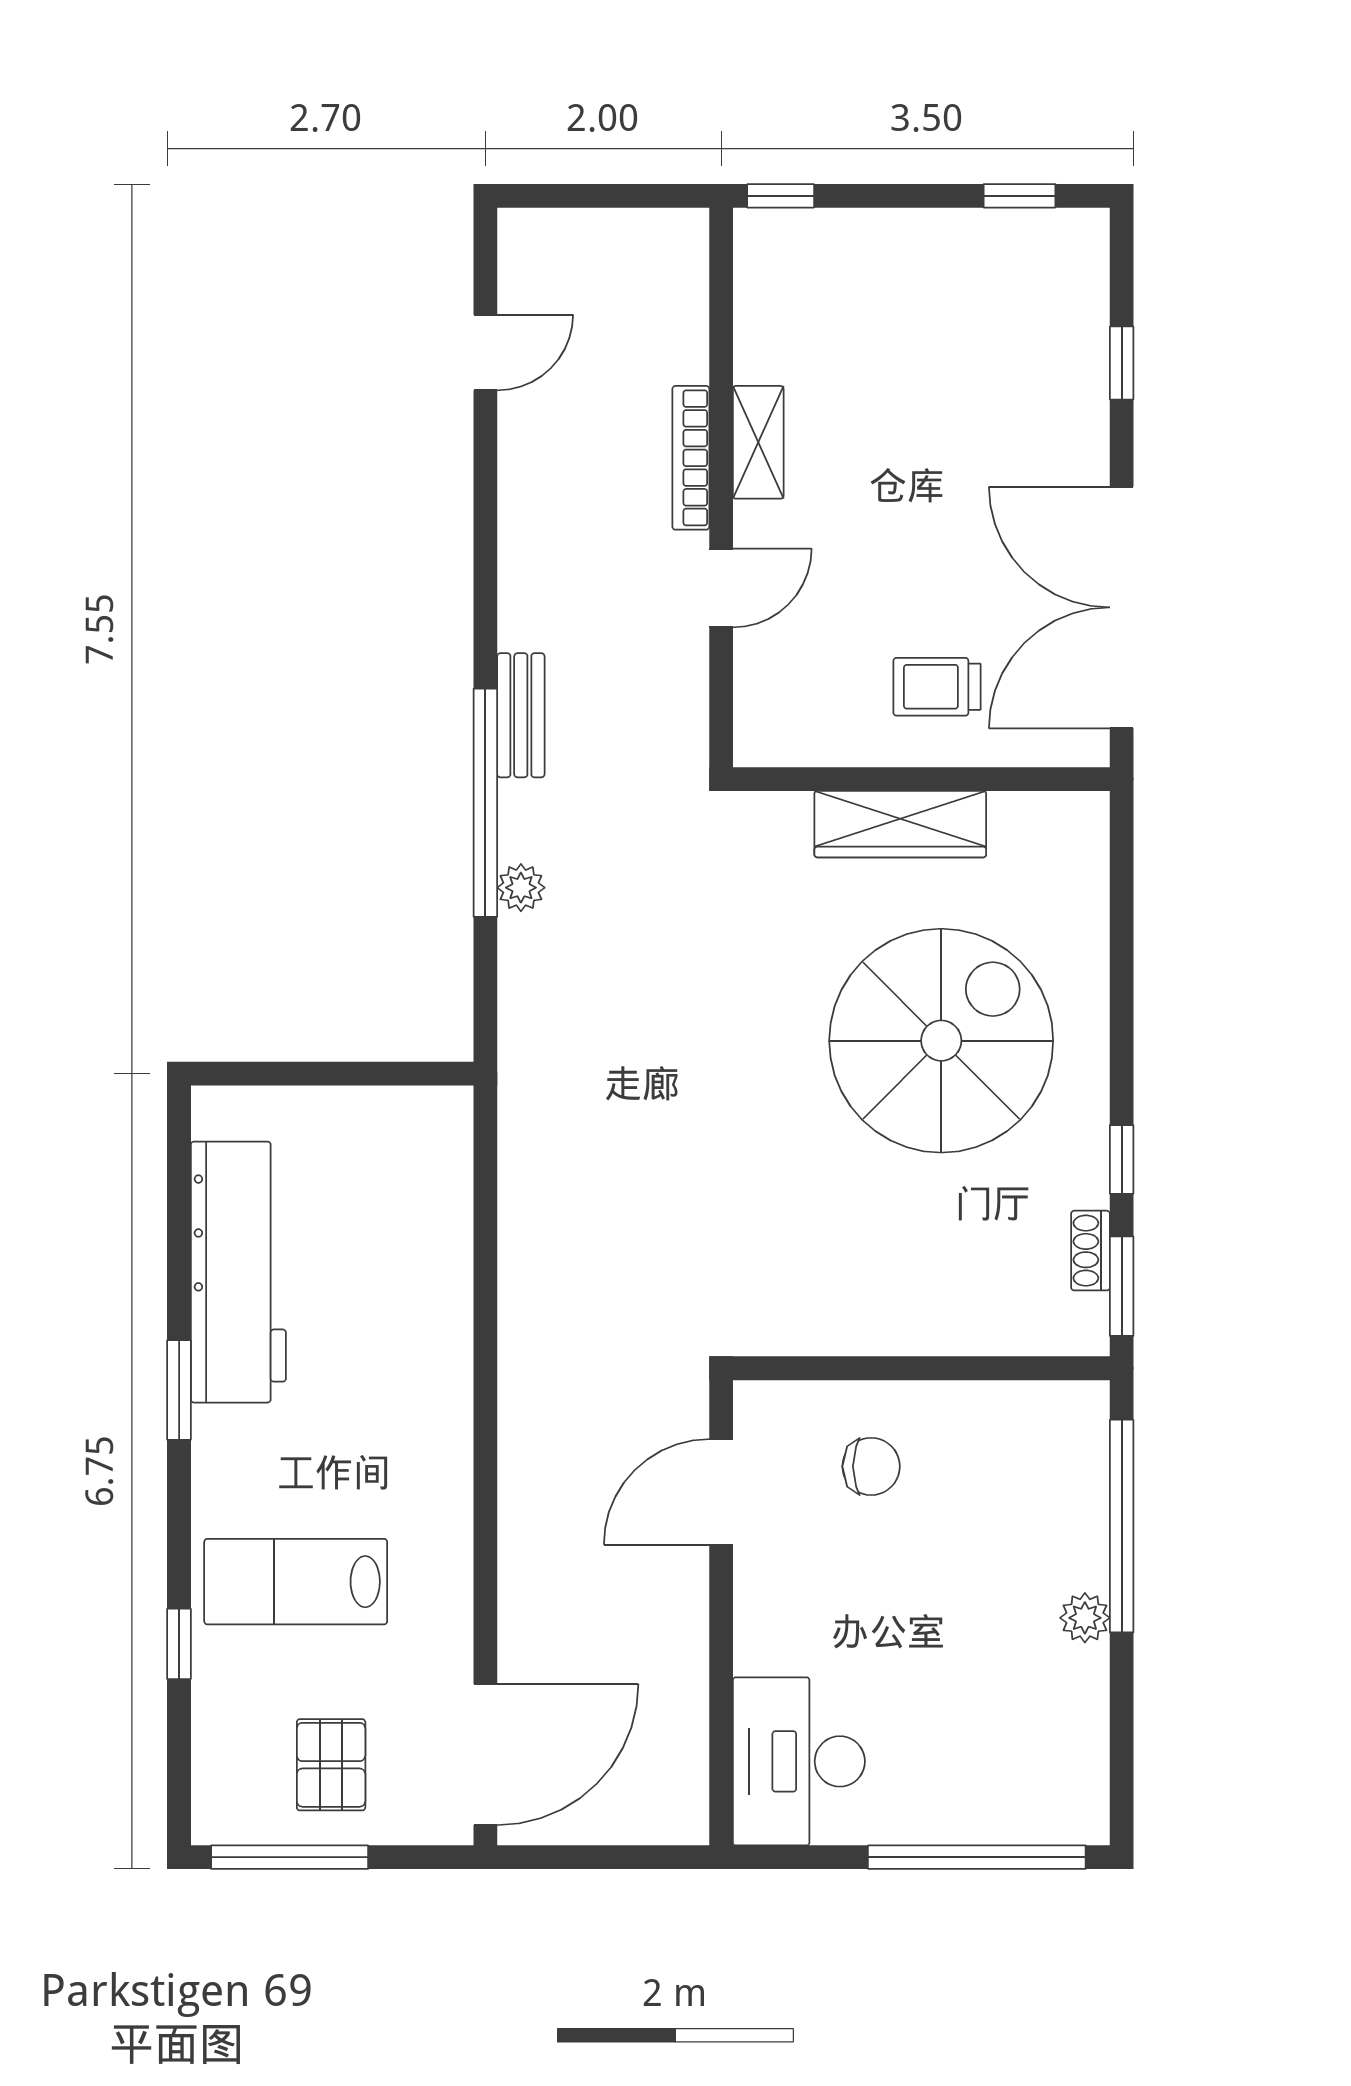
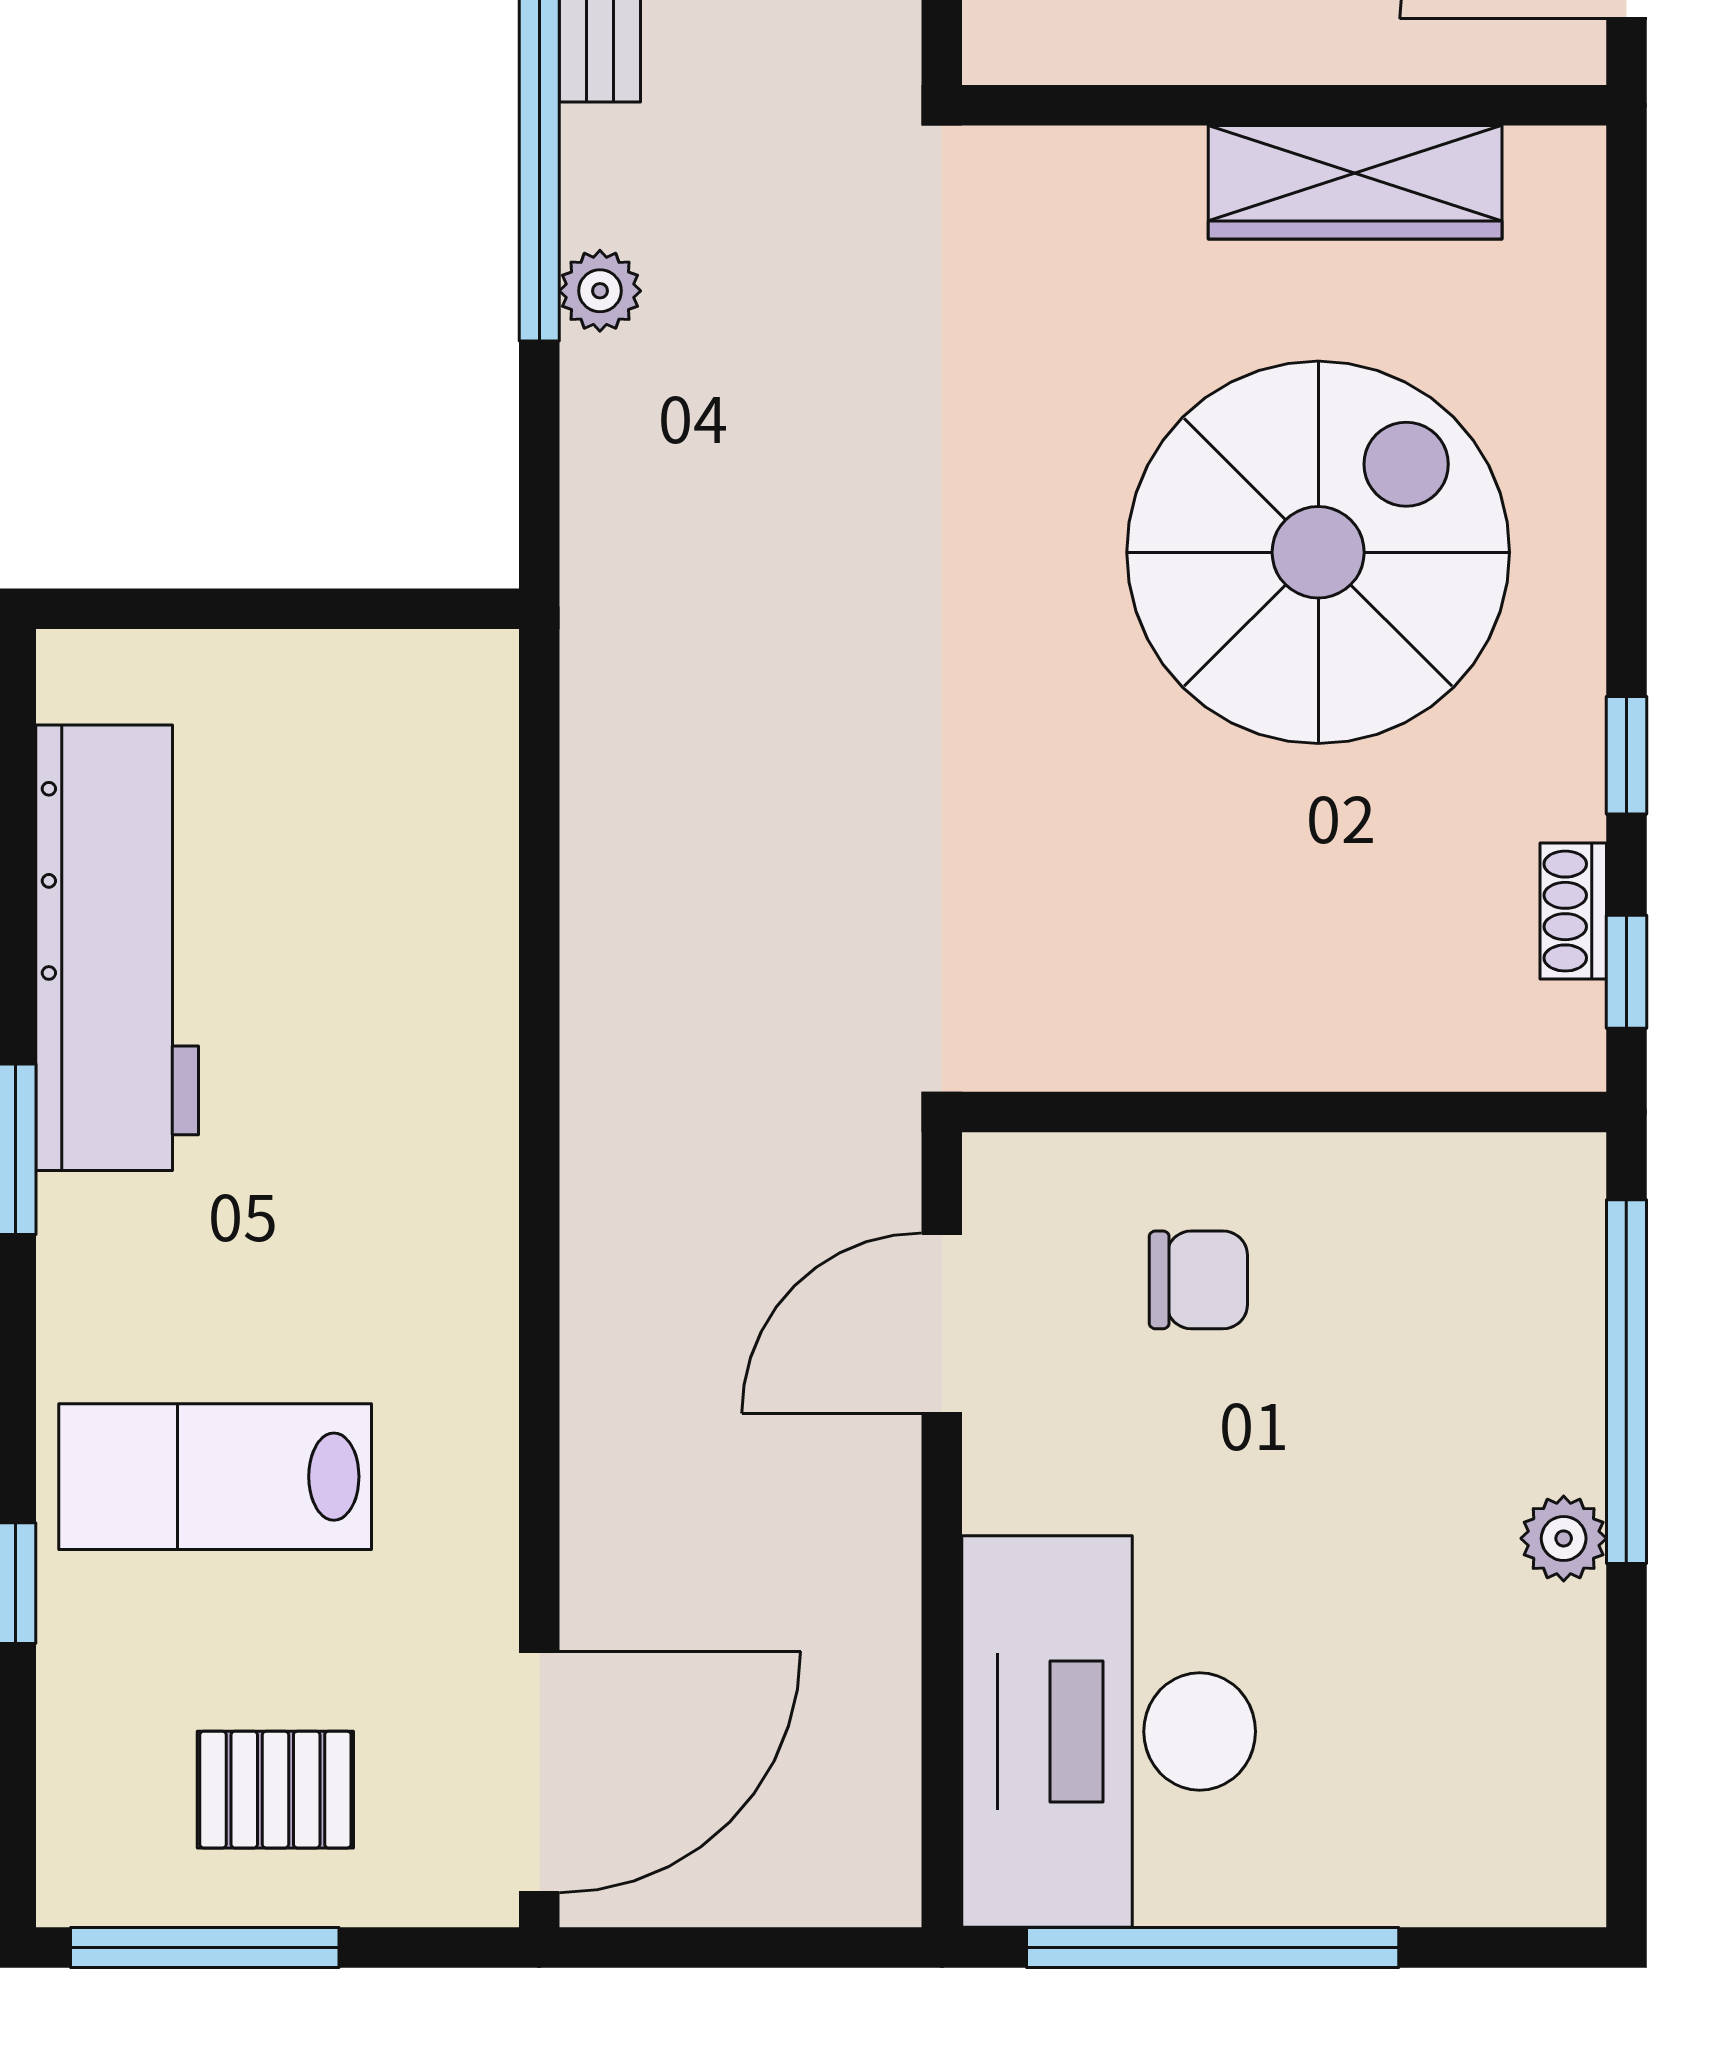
wardrobe: (900, 824) -> (1355, 182), moved
window: (1122, 1286) -> (1626, 972), width x0.67
desk: (799, 1761) -> (1109, 1731), width x1.36, depth x1.30
pallet: (331, 1765) -> (275, 1790), turned 90
window: (977, 1857) -> (1213, 1948), moved

